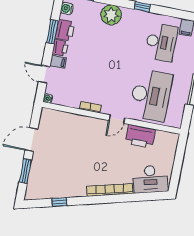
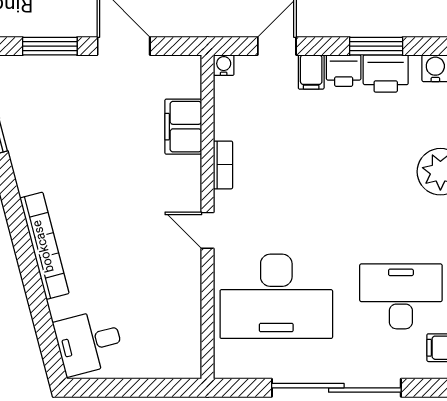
desk: (161, 42) -> (401, 296), turned 180
filing cabinet: (71, 121) -> (183, 127), added
printer: (140, 136) -> (179, 291), removed
desk: (150, 179) -> (89, 342), width x0.73

